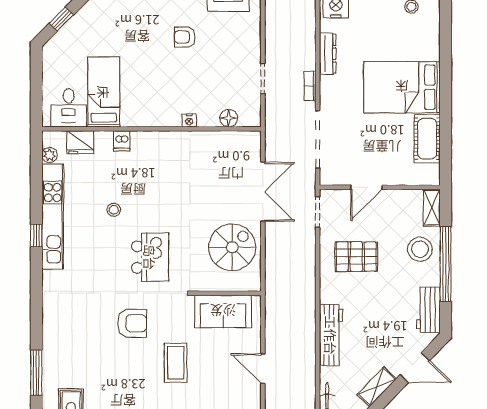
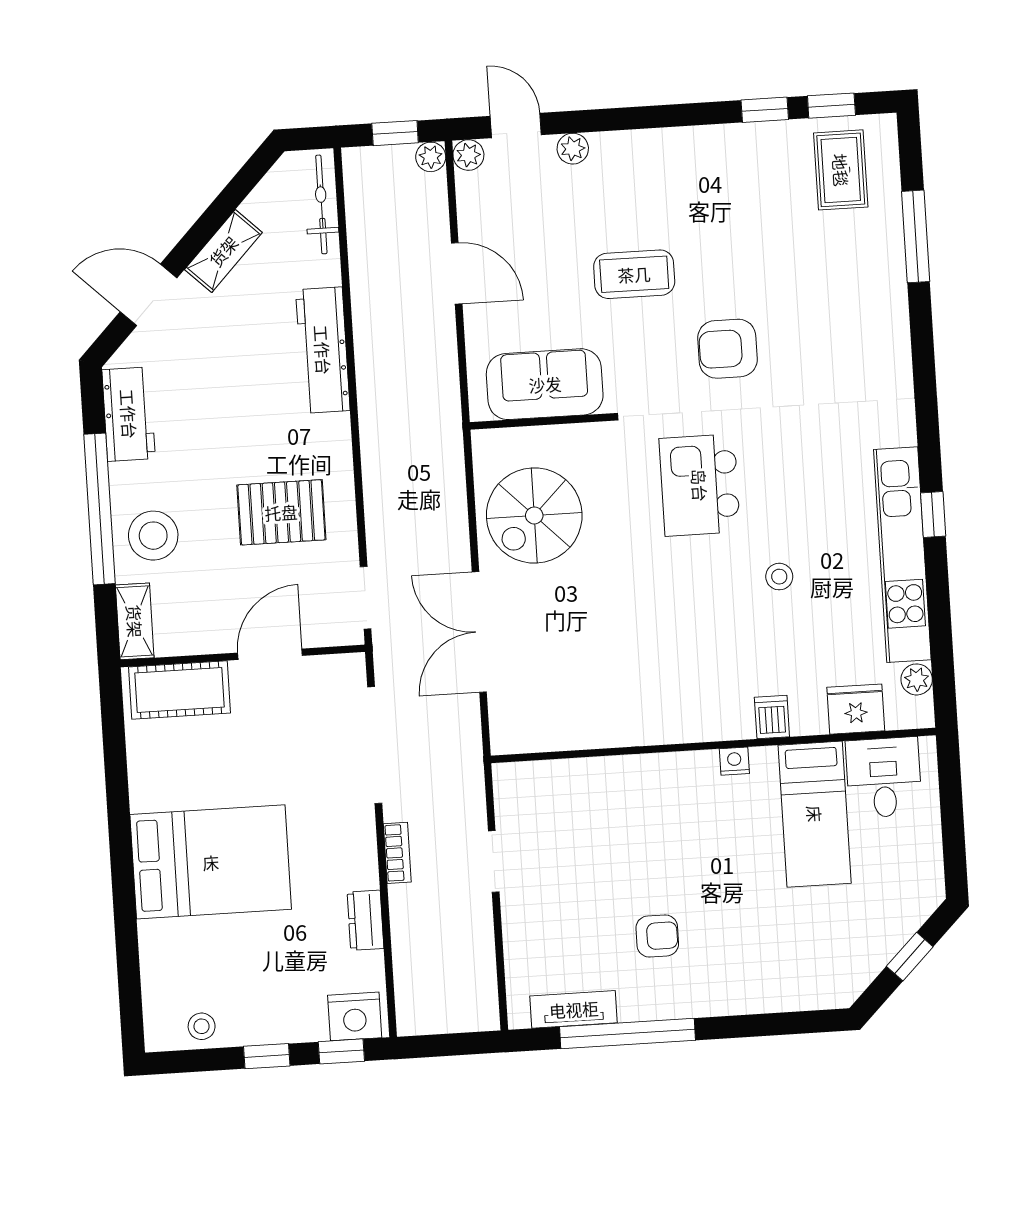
dresser: (328, 54) -> (366, 920), width x0.70
floor lamp: (229, 118) -> (558, 777), removed
nightstand: (189, 120) -> (734, 761), moved
cot: (427, 139) -> (179, 690), moved, turned 90
coffee table: (176, 363) -> (634, 274), turned 90

